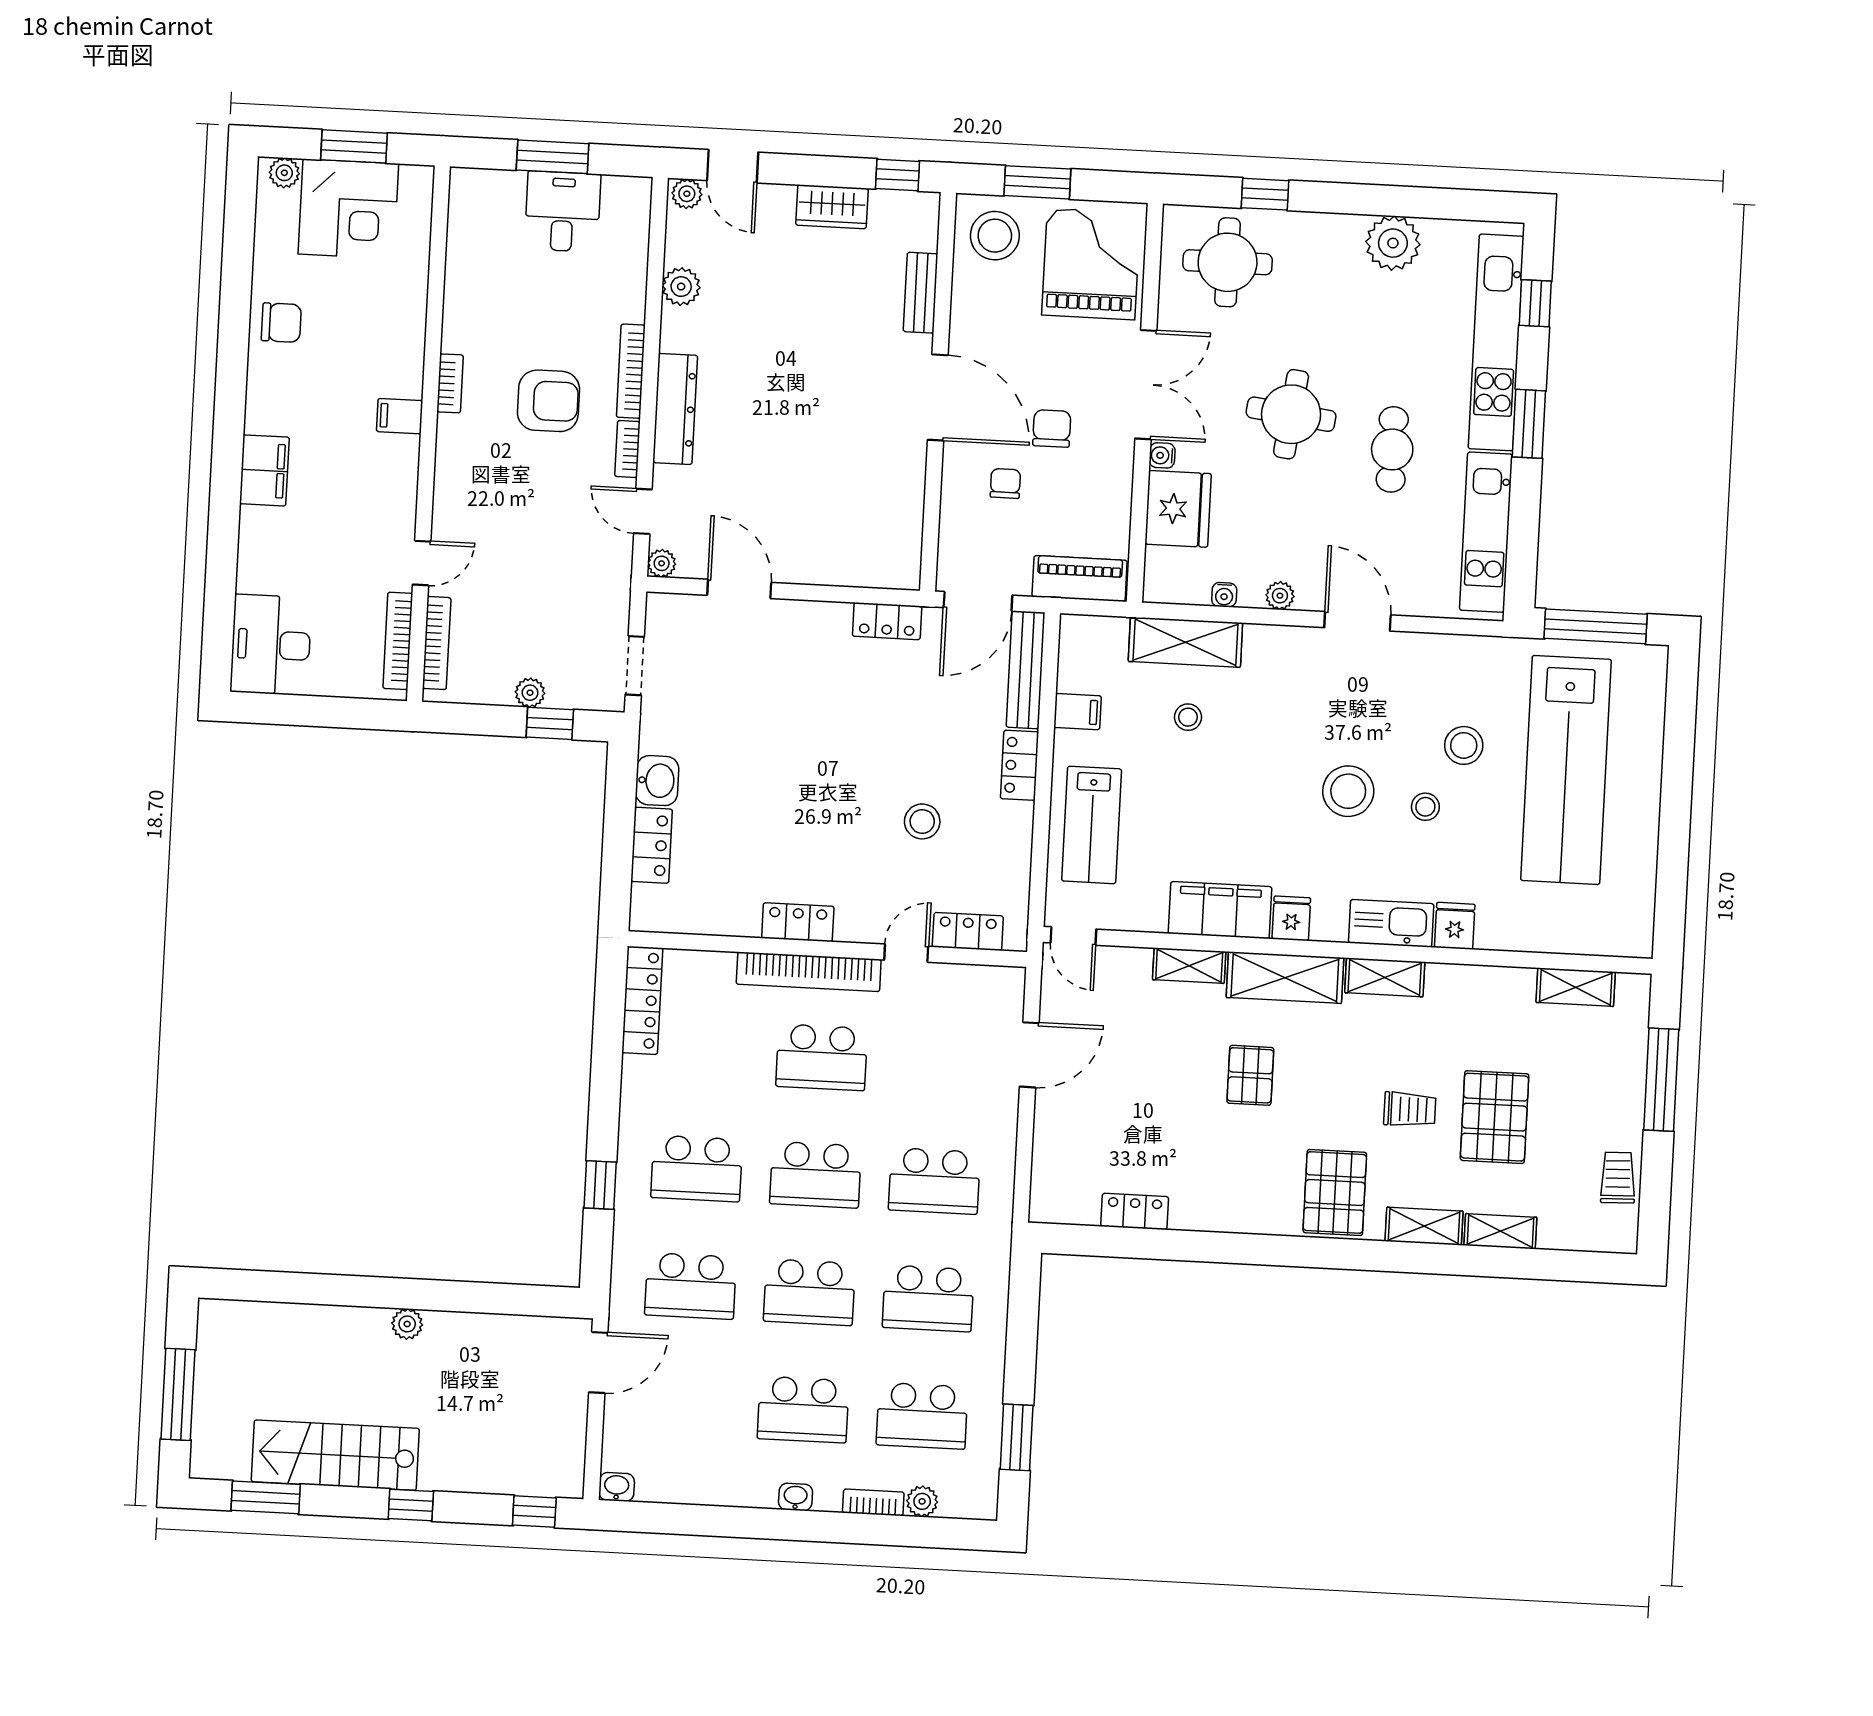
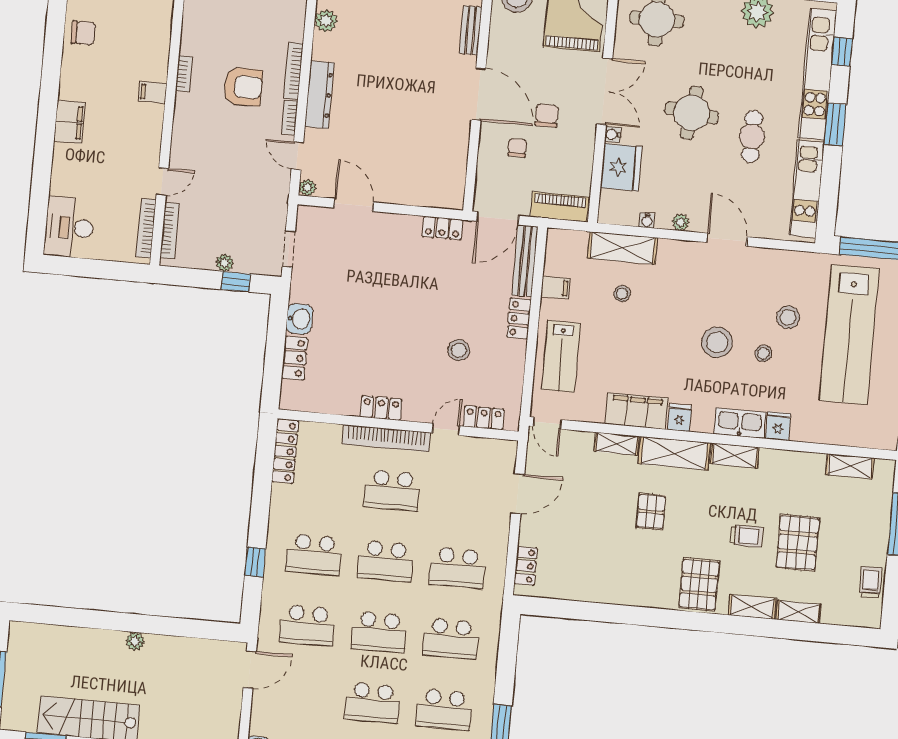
locker: (1135, 1211) -> (526, 566), moved, turned 90

